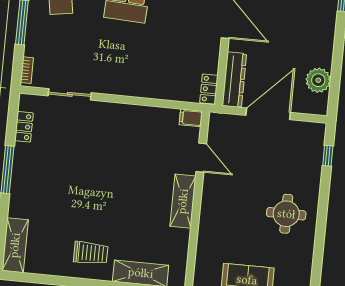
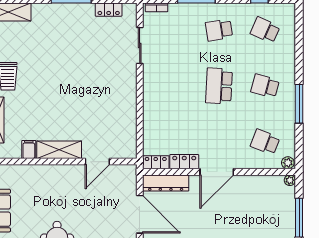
locker: (211, 55) -> (184, 162), added
filing cabinet: (191, 118) -> (29, 149), moved

